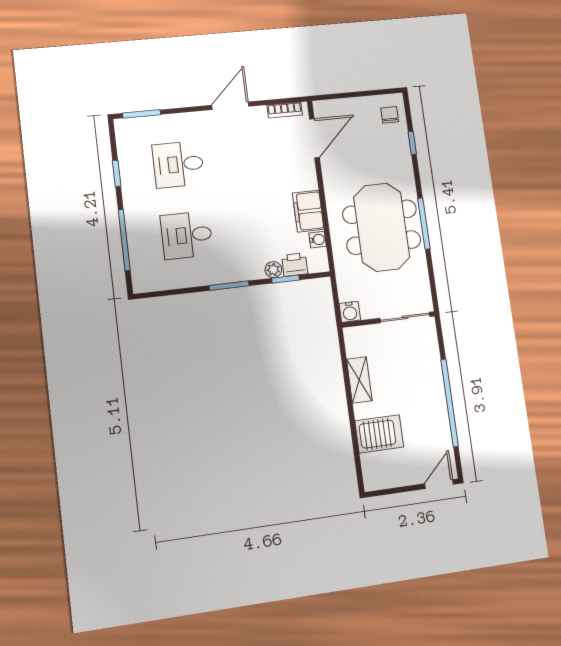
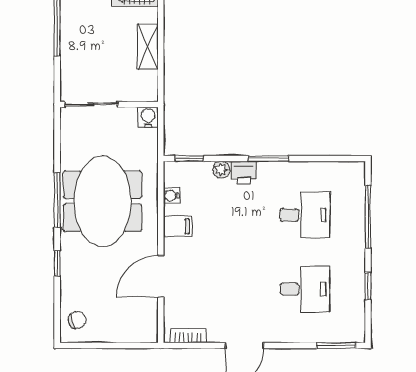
chair: (390, 115) -> (77, 320), turned -107
door: (314, 138) -> (161, 276), moved
window: (412, 143) -> (57, 263), moved
filing cabinet: (308, 211) -> (177, 226), width x0.50
printer: (295, 265) -> (244, 172), moved
window: (286, 279) -> (189, 159), moved

